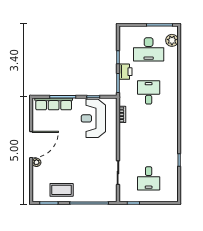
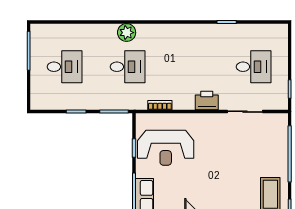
plant: (172, 40) -> (127, 33), moved
desk: (149, 49) -> (65, 67), width x0.73
printer: (125, 72) -> (207, 101), moved
desk: (149, 92) -> (128, 67), turned 180

